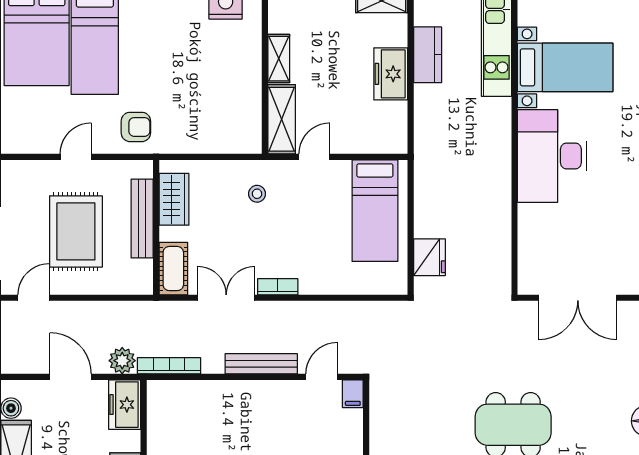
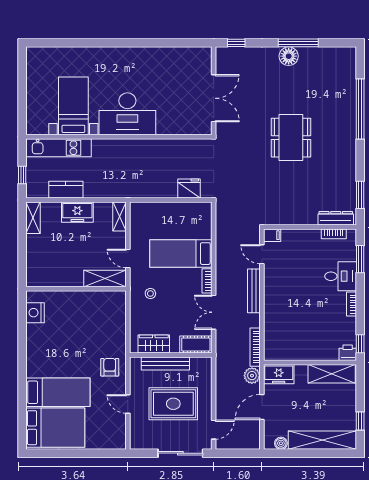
shelving: (279, 59) -> (119, 216), moved, turned 90
bed: (375, 211) -> (181, 254), moved, turned 180
door: (34, 298) -> (214, 430), swing flipped

